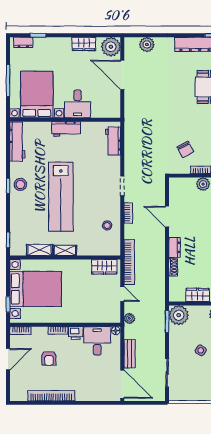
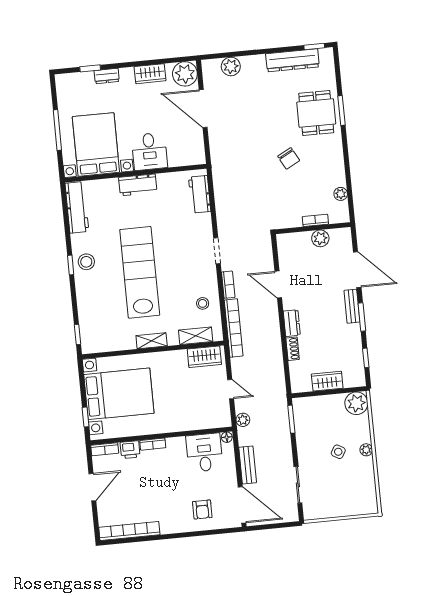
dresser: (23, 42) -> (107, 76), moved
chair: (185, 149) -> (289, 158), moved
lab bench: (61, 197) -> (140, 272), turned 180
shelving: (39, 250) -> (196, 336), moved
bookcase: (129, 262) -> (234, 328), moved
plant: (179, 315) -> (306, 409), removed
printer: (76, 333) -> (130, 450), moved
armchair: (49, 358) -> (202, 510), moved
bookcase: (51, 396) -> (129, 531), moved

